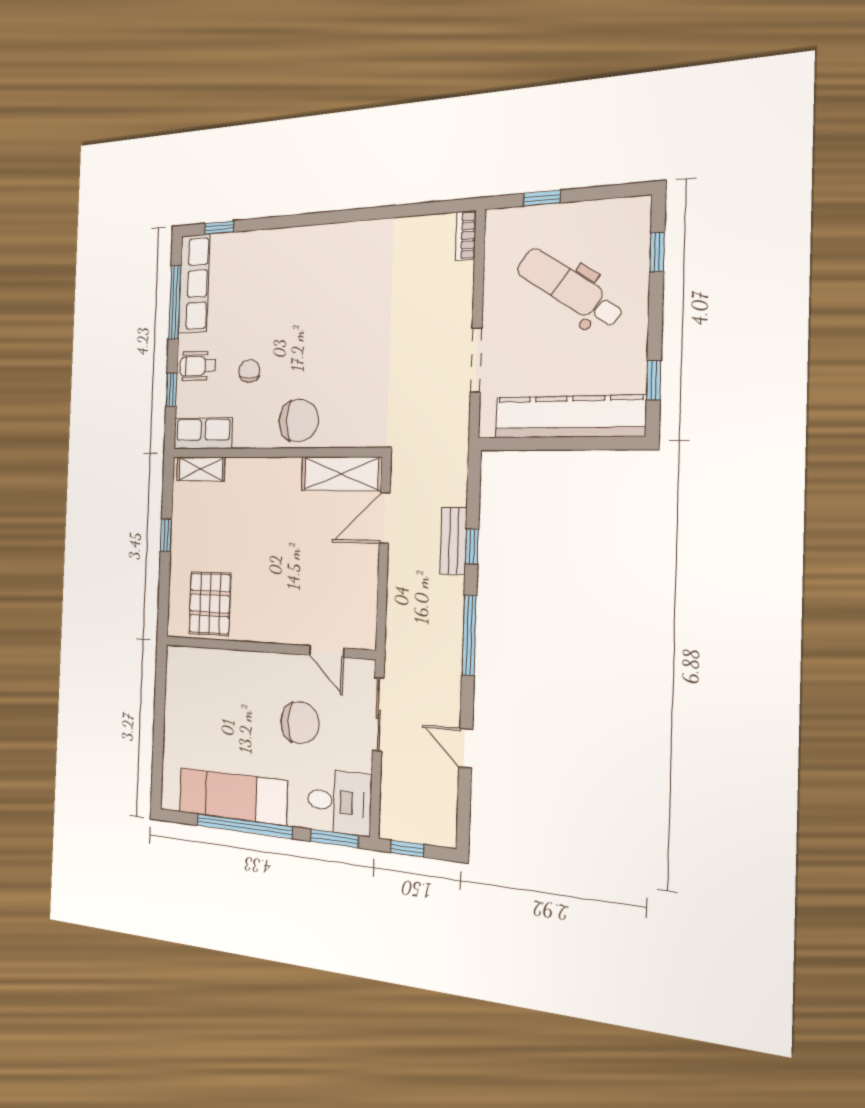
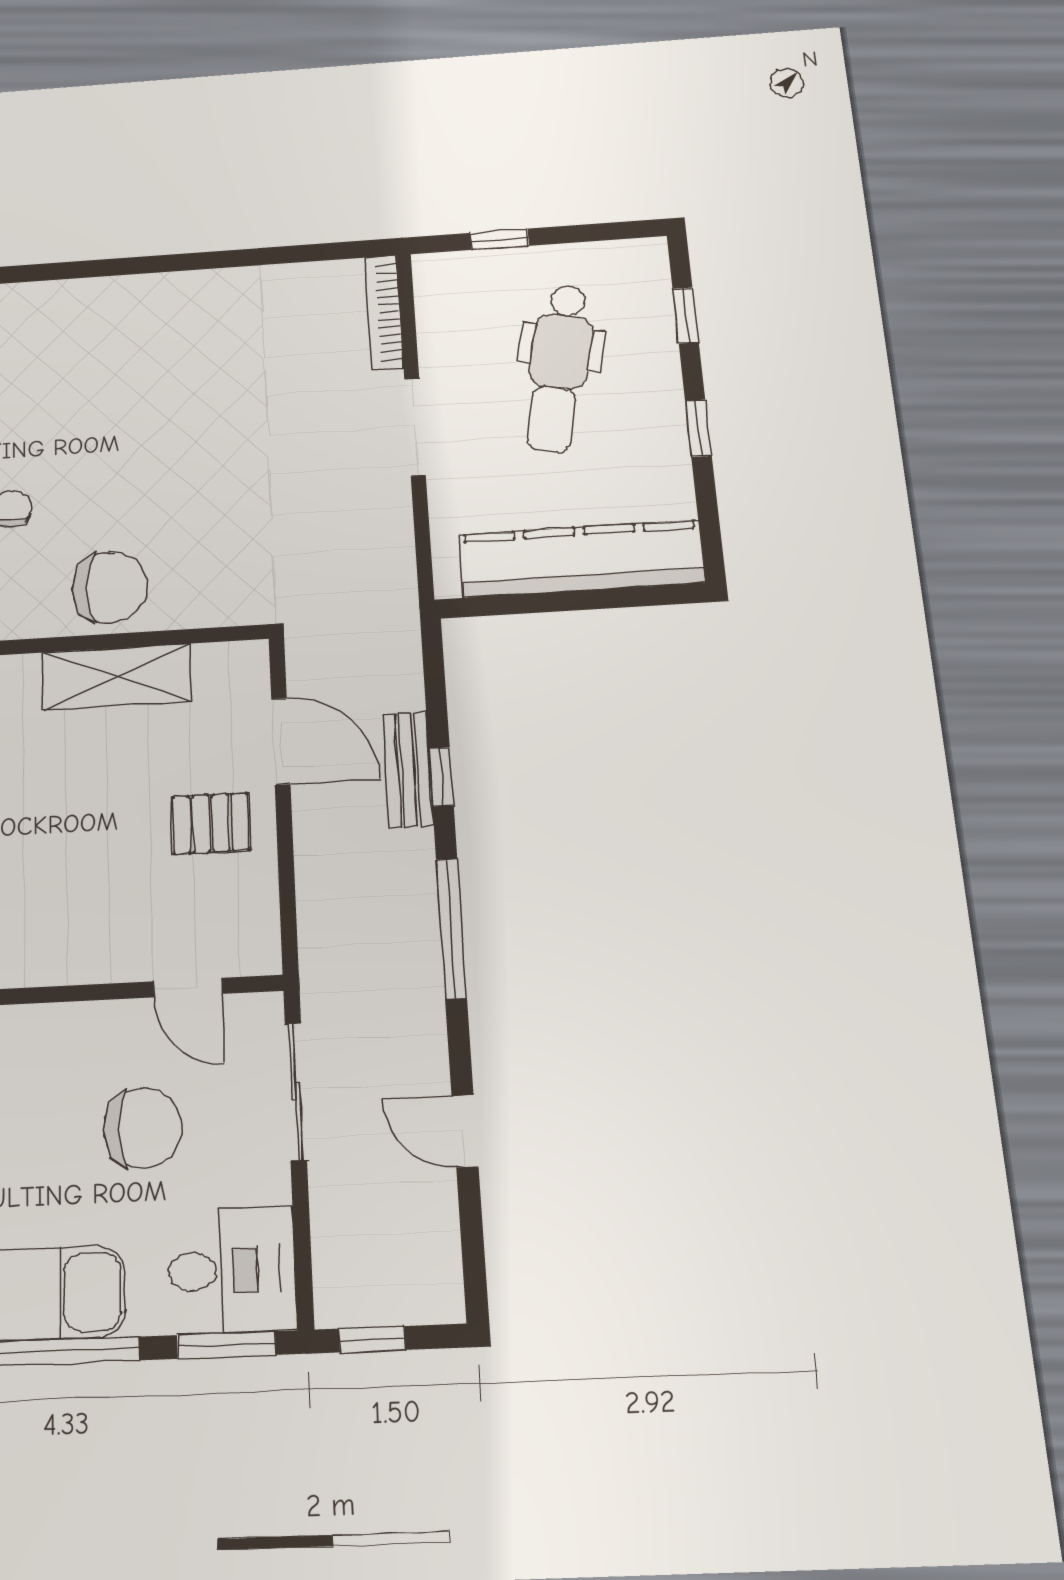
bookcase: (466, 236) -> (384, 313), width x1.56
dental chair: (570, 288) -> (559, 368), turned -113
doorway: (476, 360) -> (415, 427), moved
window: (654, 380) -> (698, 428), moved
shelving: (341, 474) -> (117, 677), moved
door: (385, 518) -> (281, 741), swing flipped
pallet: (344, 562) -> (211, 823), added

